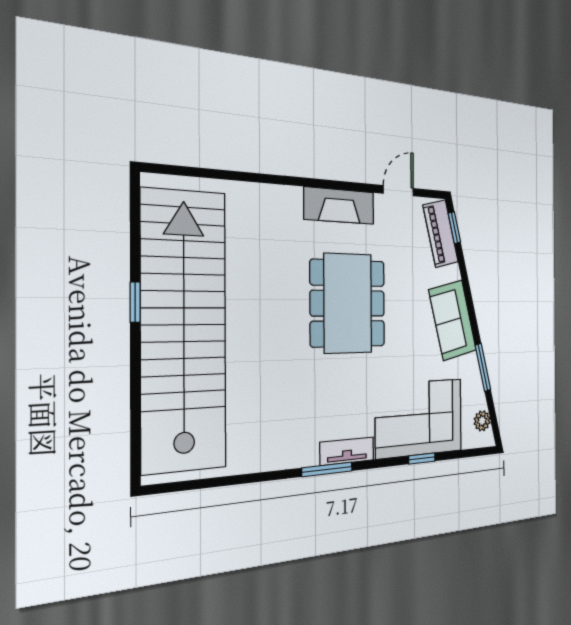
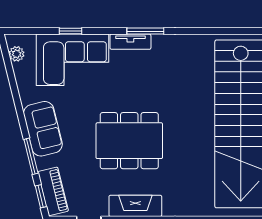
dining table: (348, 303) -> (129, 141), turned 90
window: (483, 367) -> (31, 156), moved

